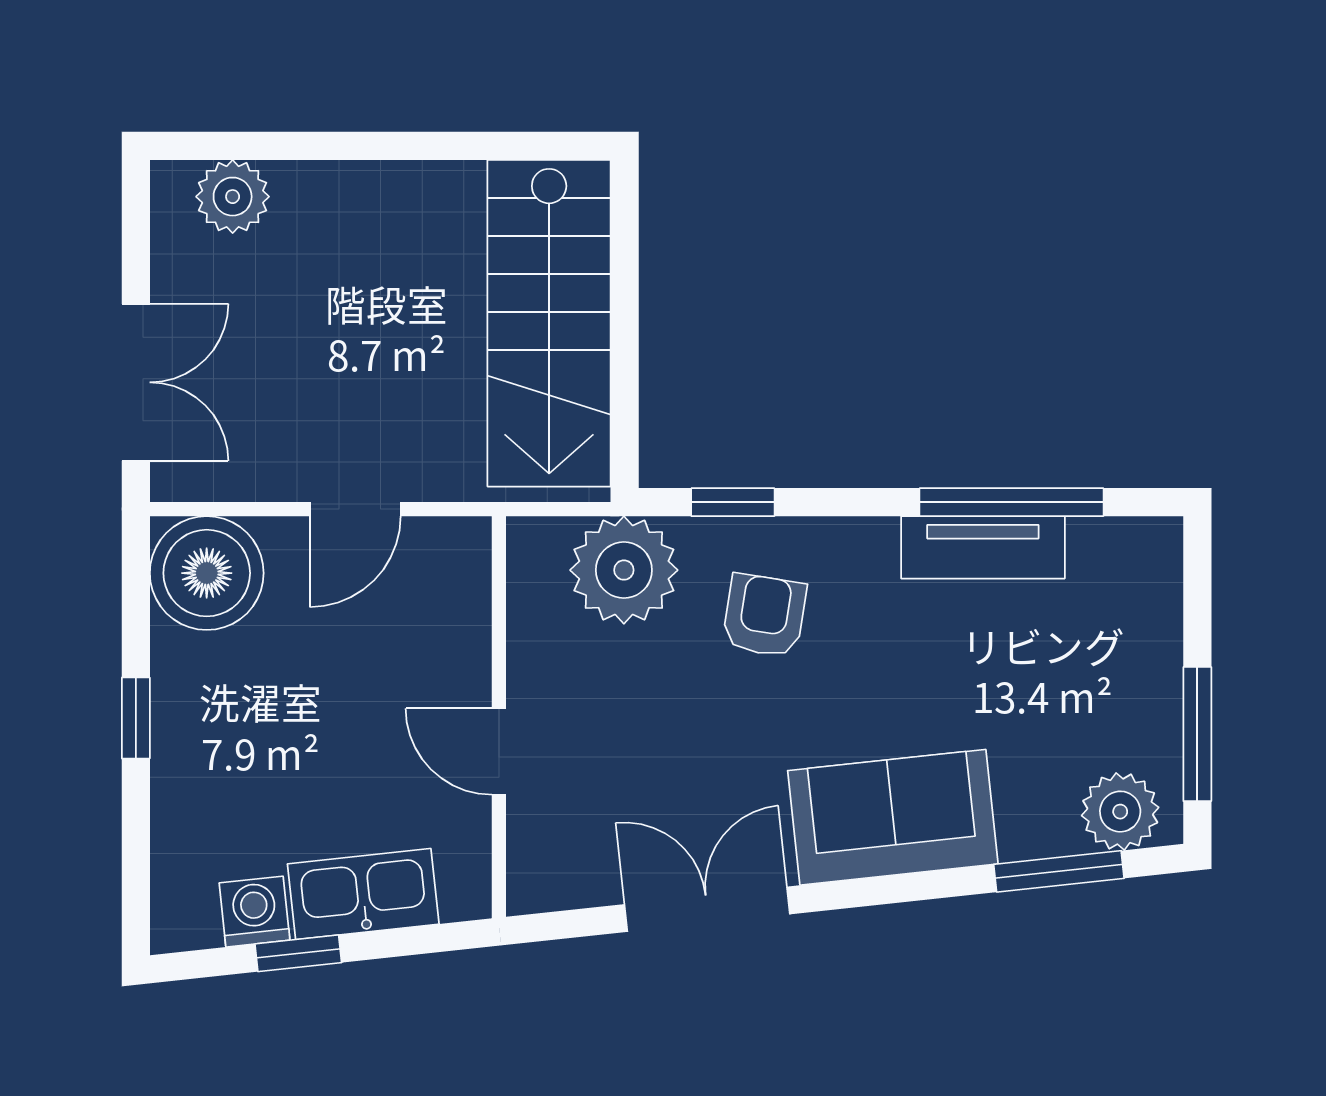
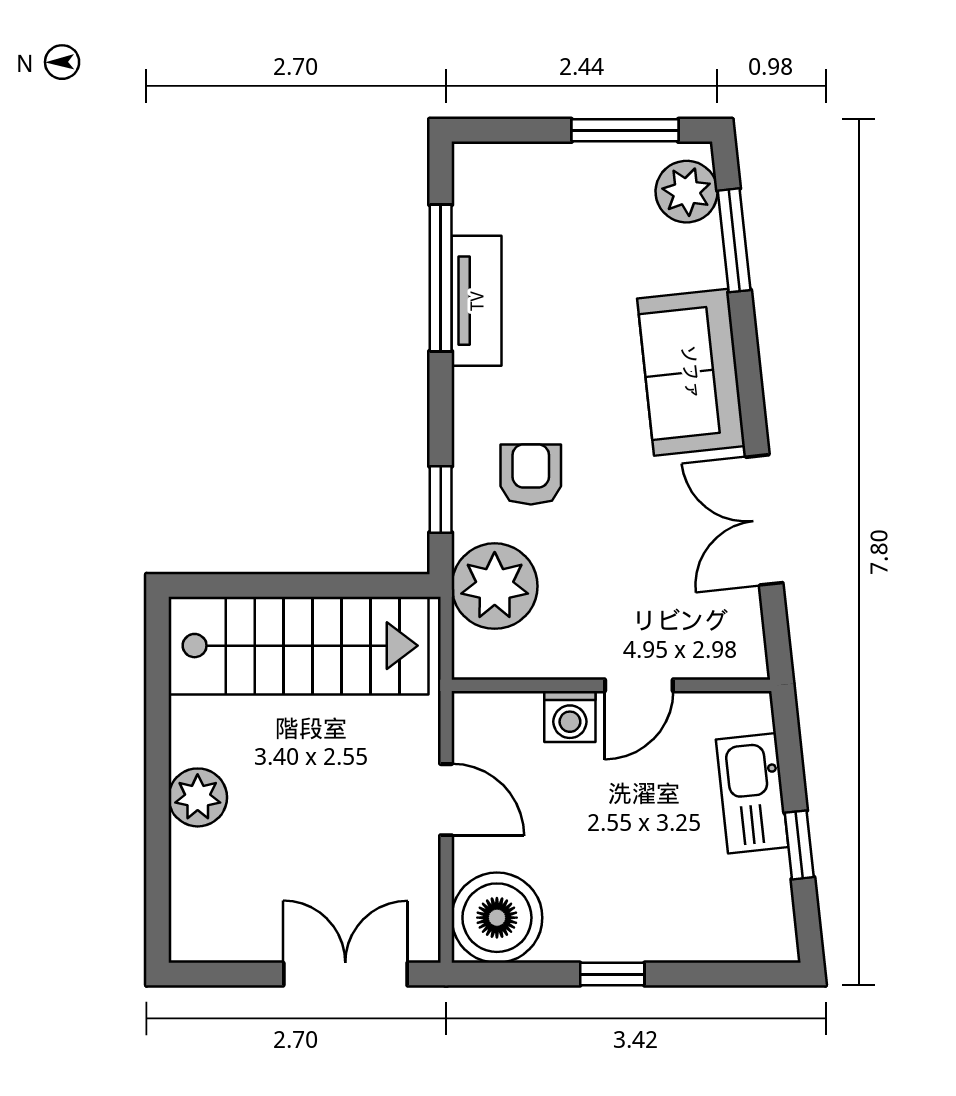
plant: (233, 197) -> (198, 797), moved
armchair: (764, 616) -> (531, 474), turned 81
washing machine: (255, 912) -> (570, 717), moved, turned -84

